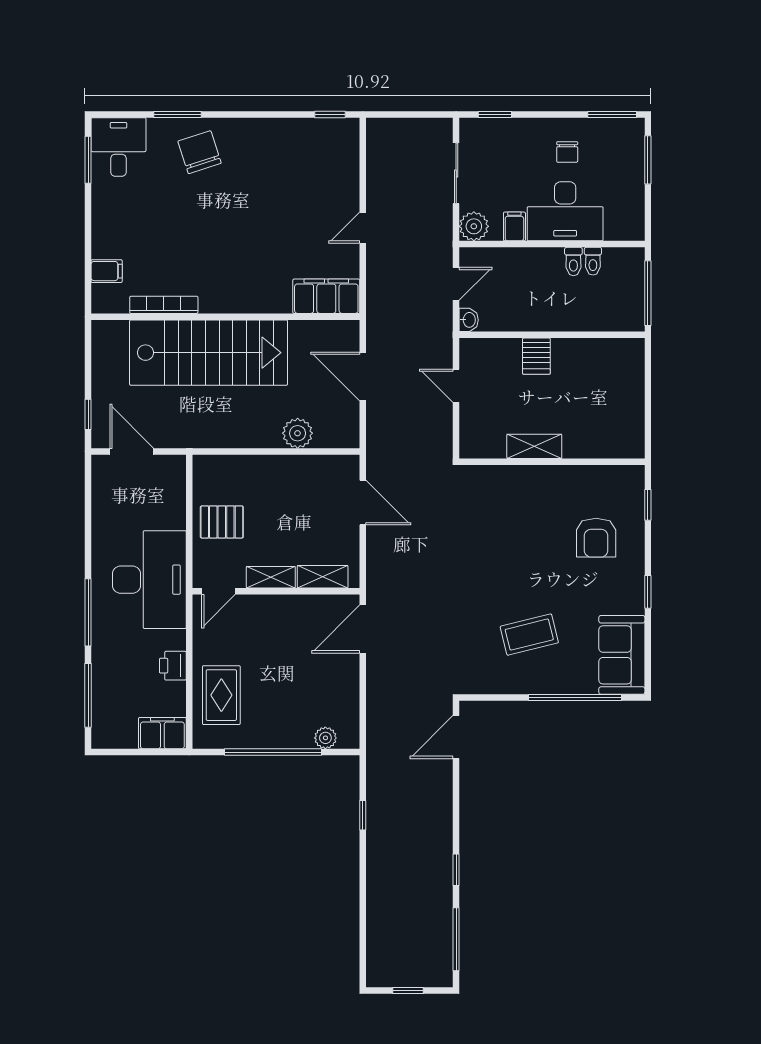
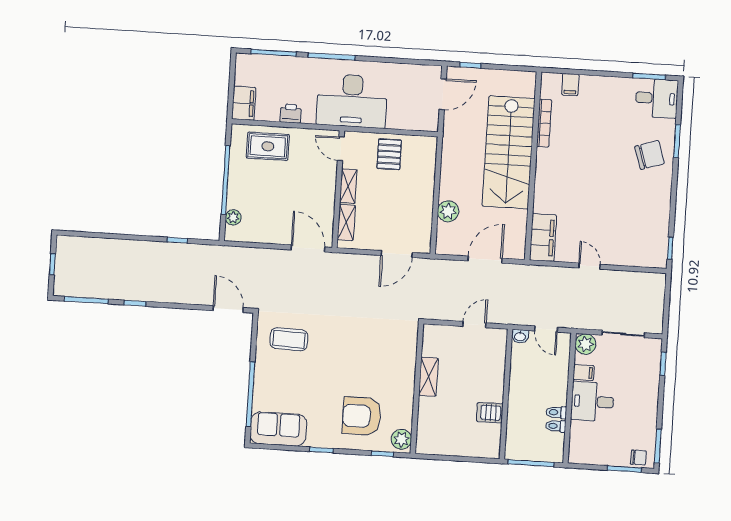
chair: (567, 152) -> (638, 458), moved, turned 180
desk: (565, 211) -> (592, 402), width x0.73
server rack: (536, 356) -> (490, 413), moved
plant: (625, 479) -> (401, 439), added
armchair: (596, 538) -> (362, 416), width x1.36, depth x1.36
coffee table: (529, 635) -> (289, 339), moved, turned -74

